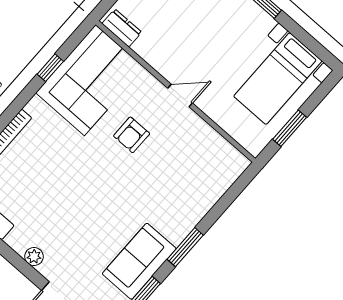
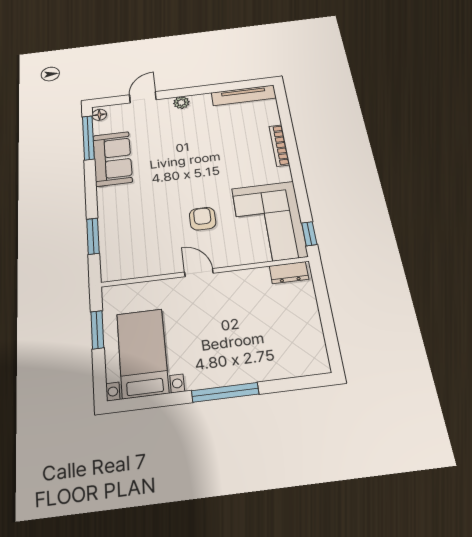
window: (50, 68) -> (309, 234), moved
door: (180, 96) -> (199, 273), swing flipped
window: (185, 247) -> (93, 236), moved

